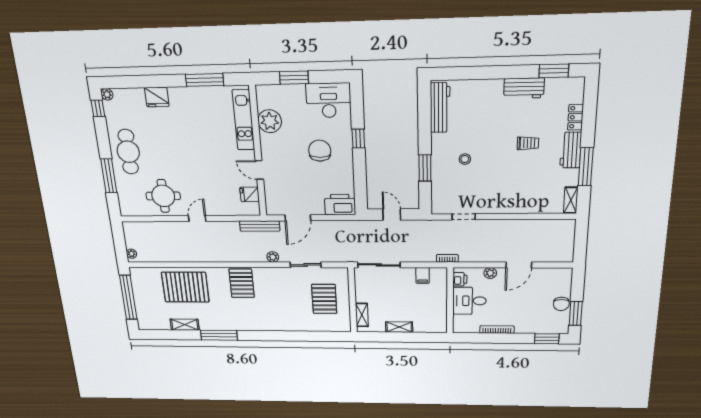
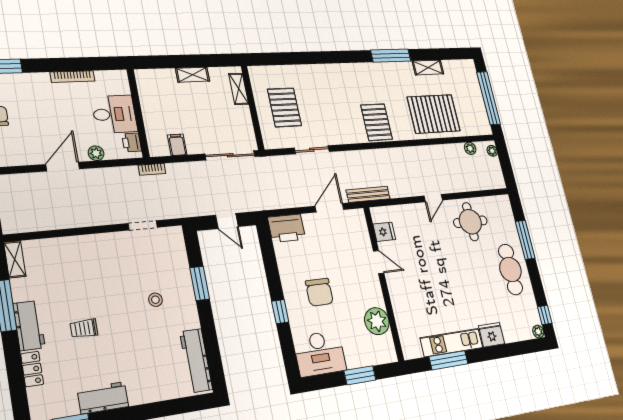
kitchen unit: (244, 120) -> (452, 343), moved, turned -90
plant: (273, 257) -> (470, 148), moved

